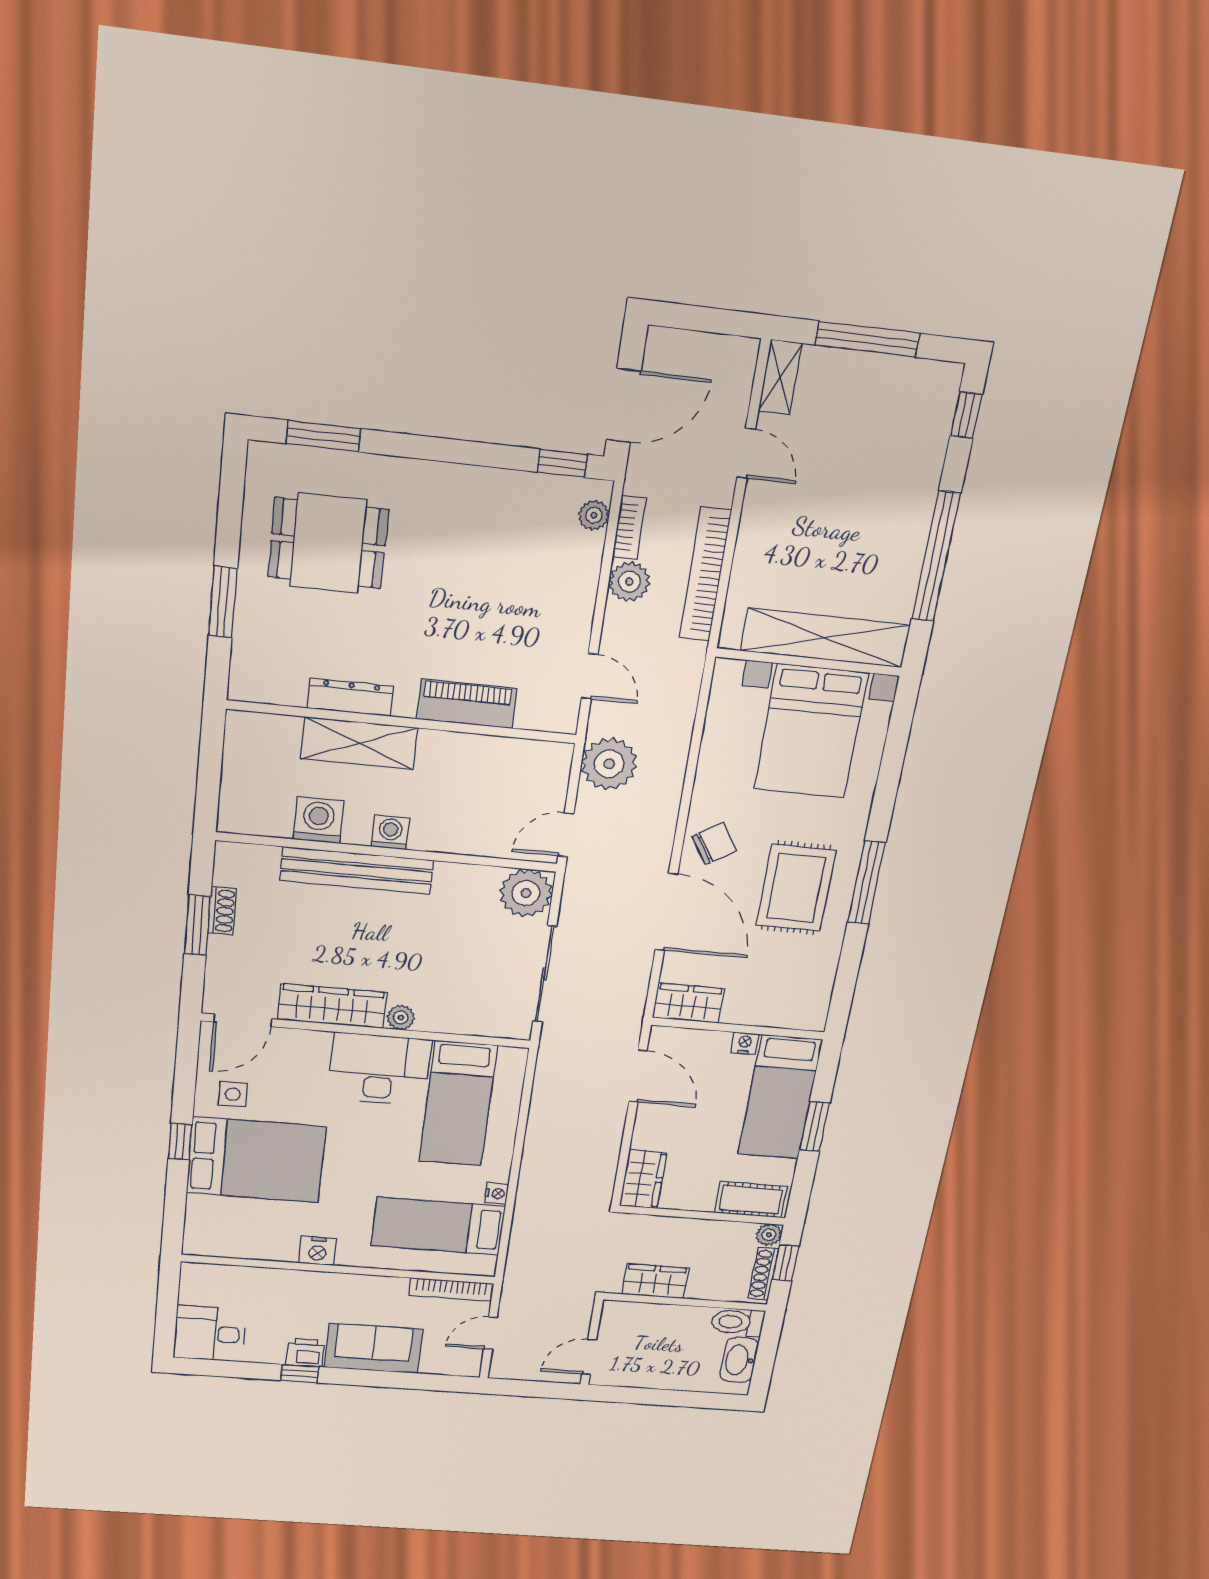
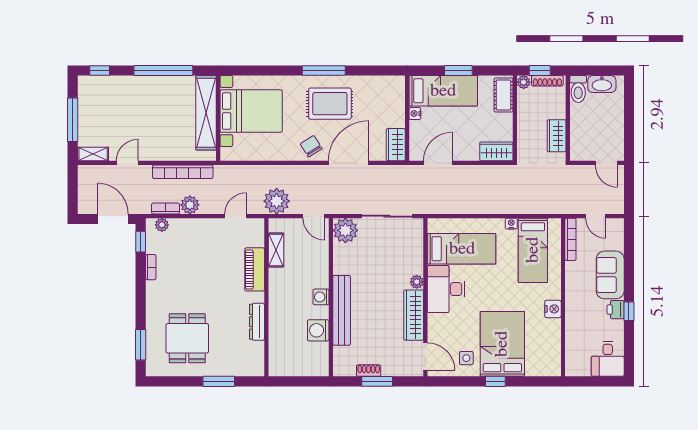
bookcase: (501, 480) -> (151, 267), added
shelving: (359, 743) -> (276, 250), moved, width x0.67, depth x0.75

